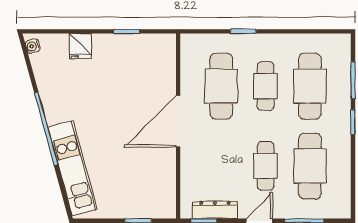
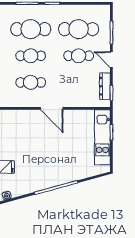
cafe table: (221, 86) -> (31, 82), width x0.73, depth x0.74
door: (178, 121) -> (52, 108), width x0.73
kitchen unit: (72, 168) -> (102, 137), moved, turned -75

